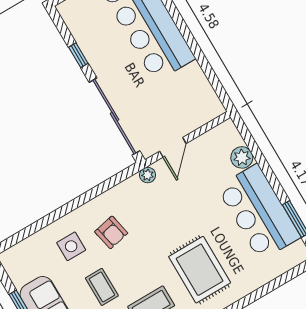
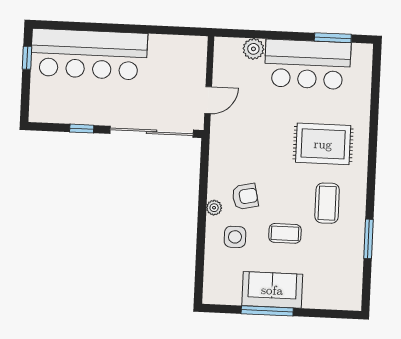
door: (173, 147) -> (208, 100), hinge flipped
plant: (148, 175) -> (214, 208), moved

